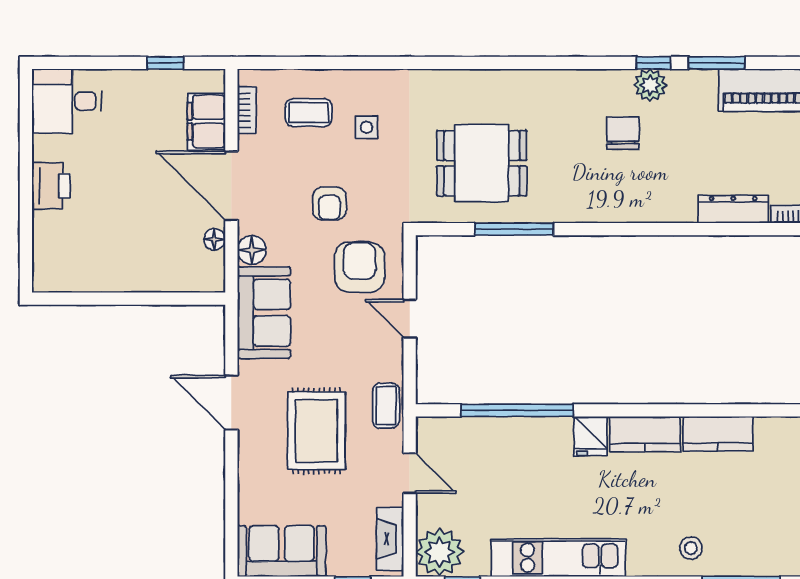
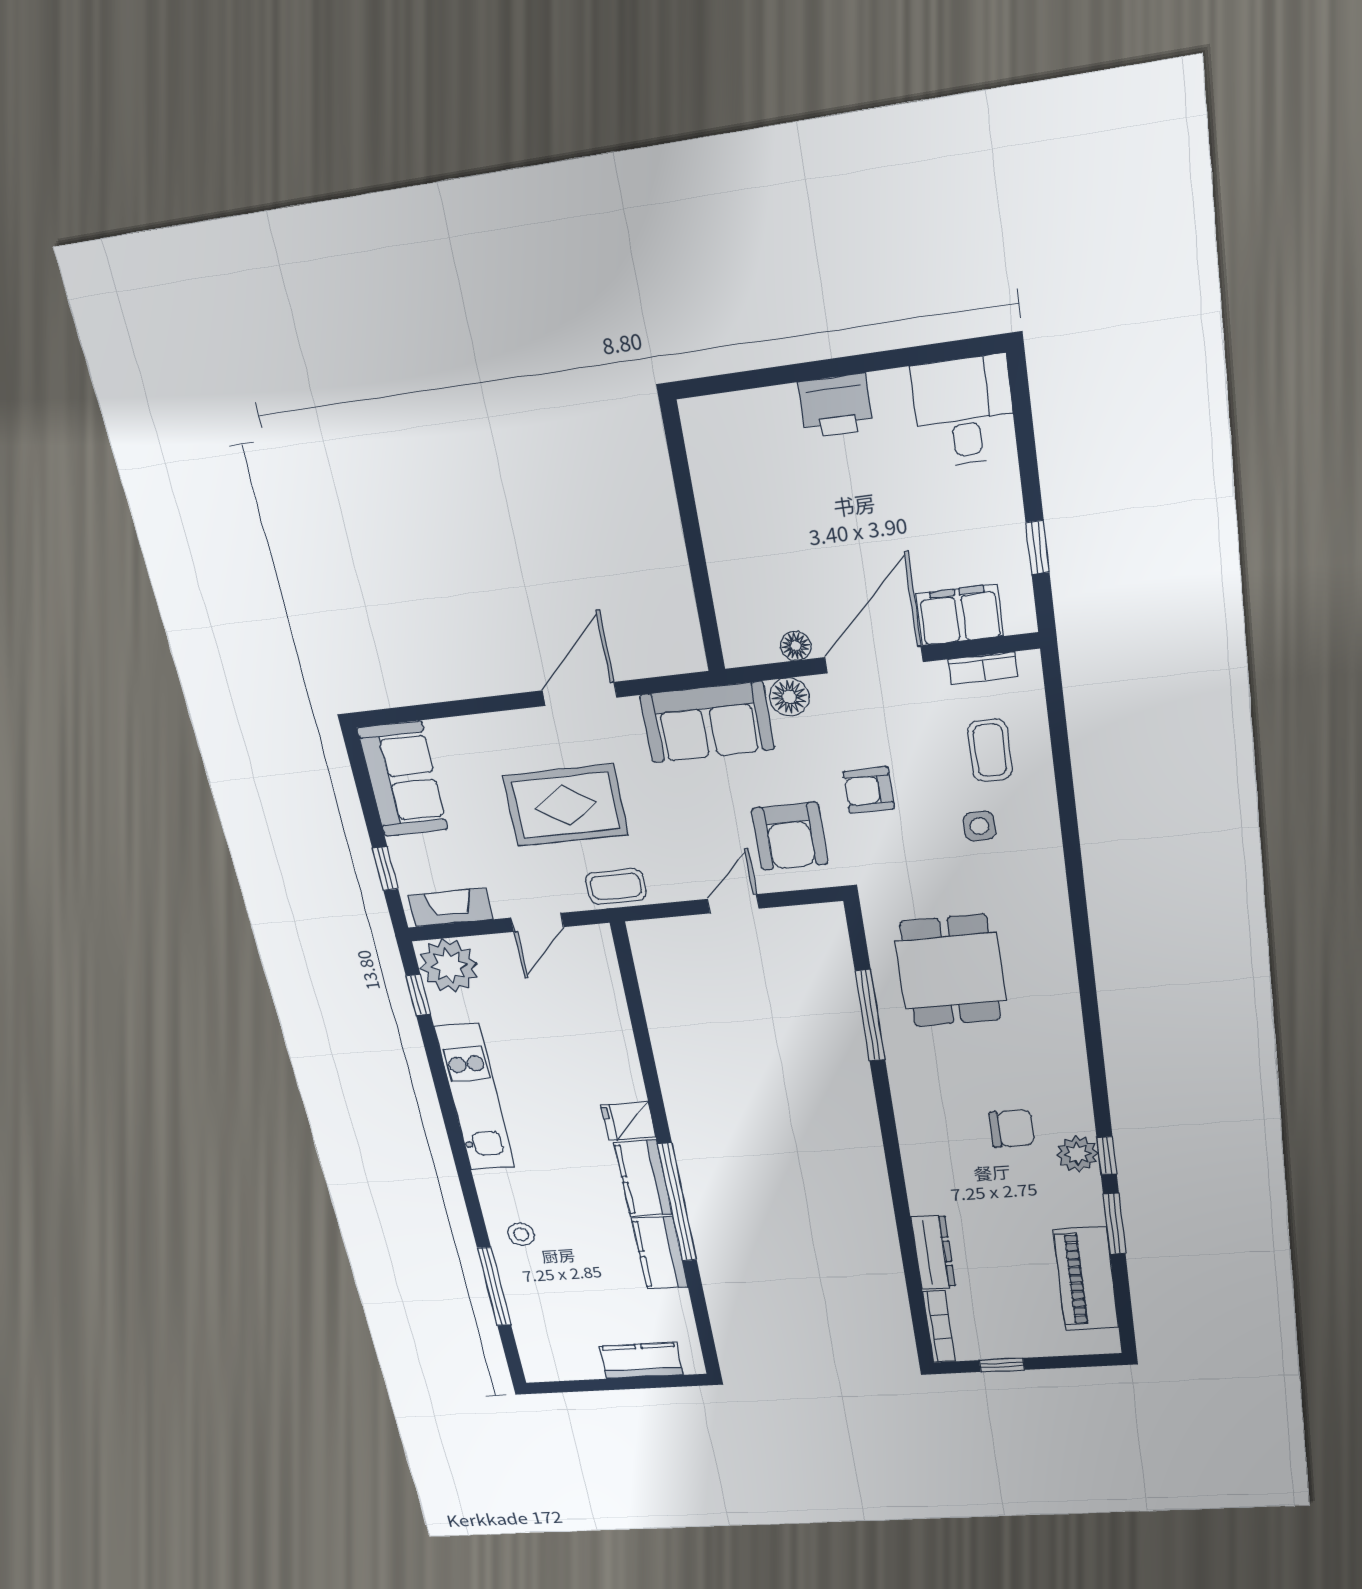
armchair: (359, 267) -> (790, 836), turned 90
window: (517, 410) -> (677, 1203), moved

